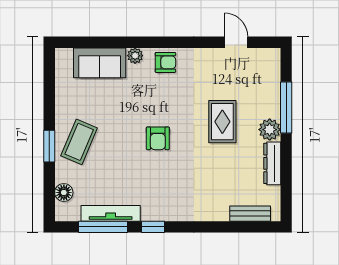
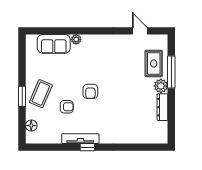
armchair: (165, 62) -> (67, 107), moved
rug: (222, 122) -> (154, 63), moved
tv unit: (111, 213) -> (80, 139), moved
bench: (250, 214) -> (149, 139), removed
window: (103, 227) -> (56, 147), removed

